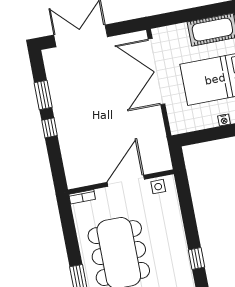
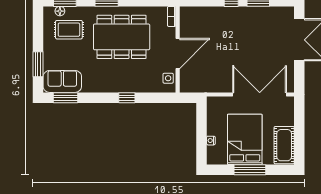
door: (126, 181) -> (178, 53), hinge flipped
window: (197, 258) -> (127, 98), moved

